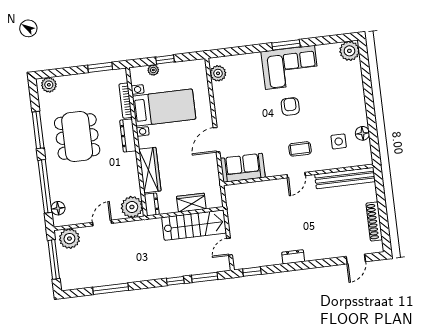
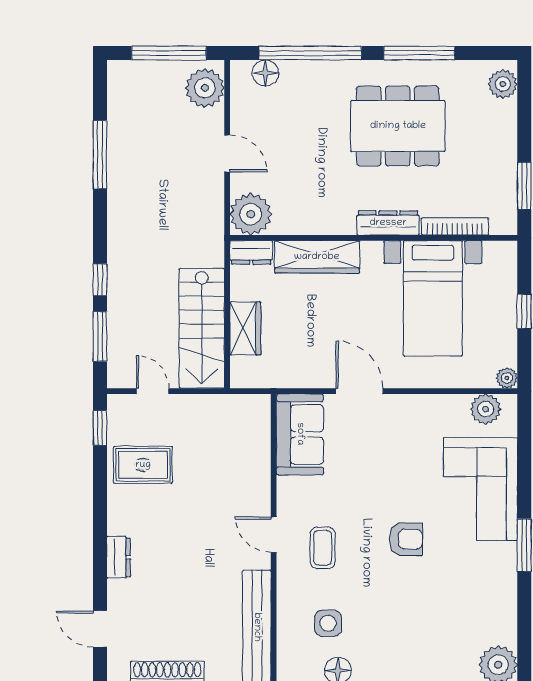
corner sofa: (290, 67) -> (480, 489), moved
plant: (153, 70) -> (507, 378), moved
rug: (268, 247) -> (143, 465), added
dresser: (293, 257) -> (119, 557), moved

